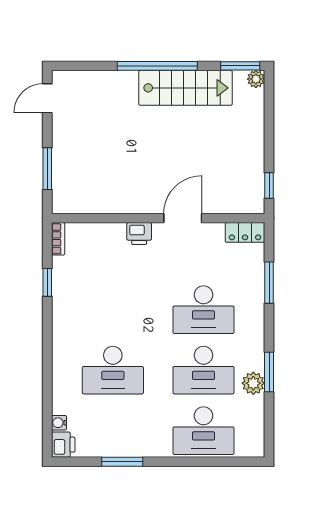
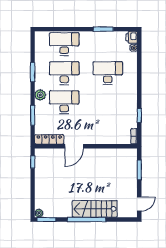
stairs: (186, 88) -> (95, 209), moved
locker: (245, 232) -> (49, 139), width x1.53
printer: (139, 234) -> (95, 139), removed
plant: (253, 383) -> (40, 95), moved

